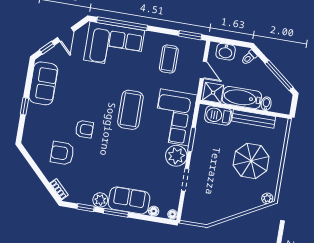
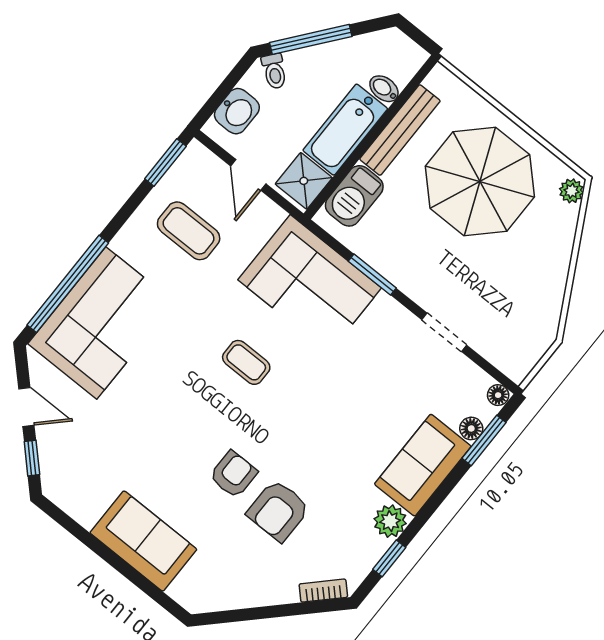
door: (203, 70) -> (248, 175), swing flipped
window: (279, 75) -> (311, 39), moved
sofa: (43, 83) -> (143, 541), moved
window: (24, 106) -> (122, 567), removed
coffee table: (130, 110) -> (246, 362), width x0.54, depth x0.58
armchair: (62, 153) -> (278, 511), moved
plant: (176, 156) -> (387, 323), removed
parasol: (251, 161) -> (480, 181), width x1.36, depth x1.36
window: (116, 213) -> (484, 440), moved

